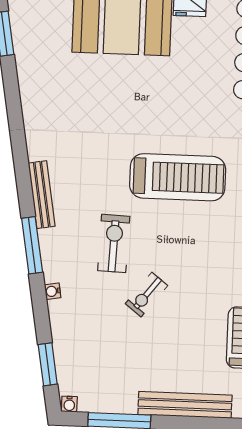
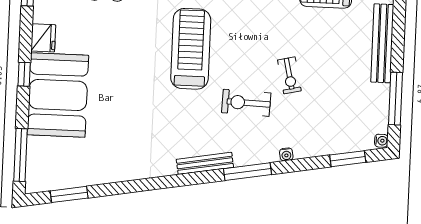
exercise bike: (146, 295) -> (289, 75), turned 39

